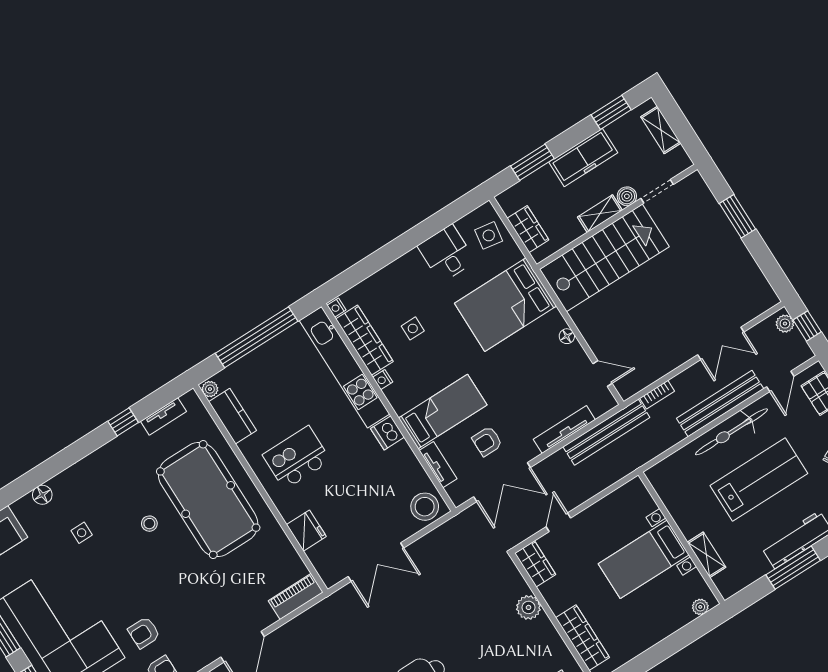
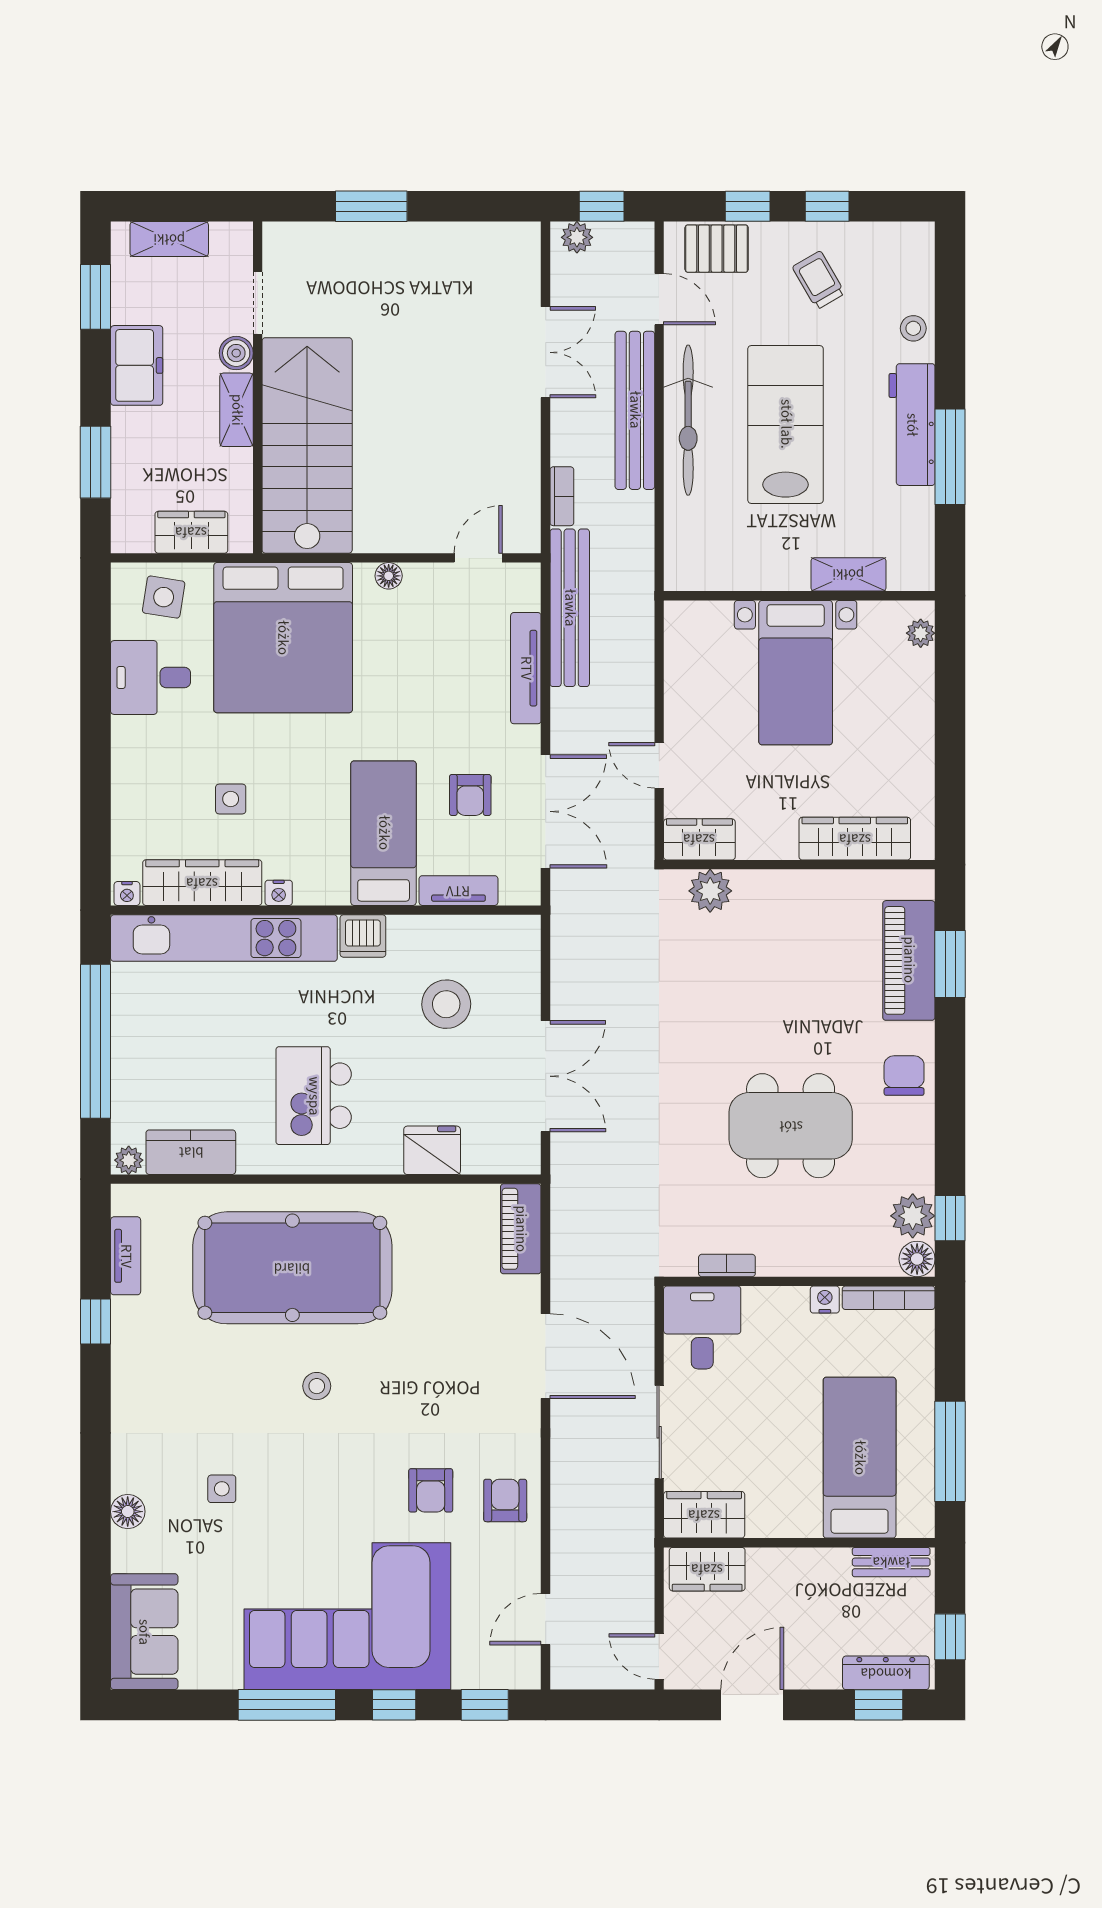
freezer: (583, 157) -> (137, 365), width x0.71
bed: (505, 305) -> (283, 638), width x1.36
stool: (425, 507) -> (446, 1004), moved
stool: (149, 524) -> (317, 1386), moved
plant: (528, 607) -> (710, 891), moved

